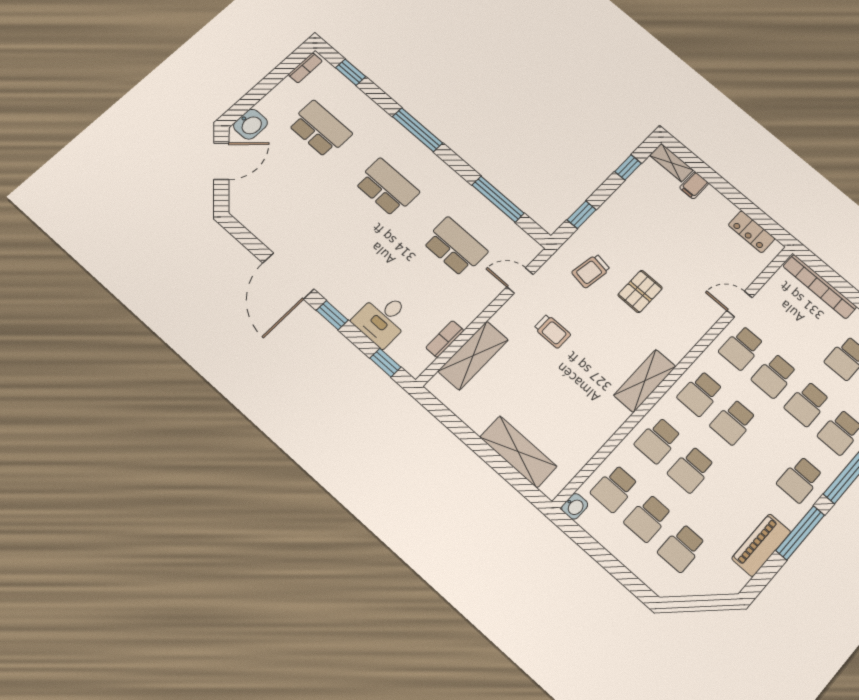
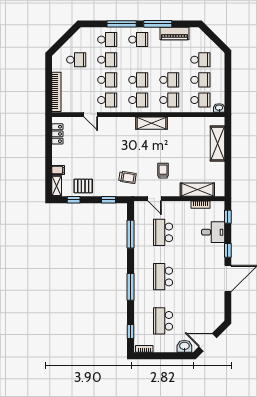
pallet: (640, 291) -> (83, 186), moved

